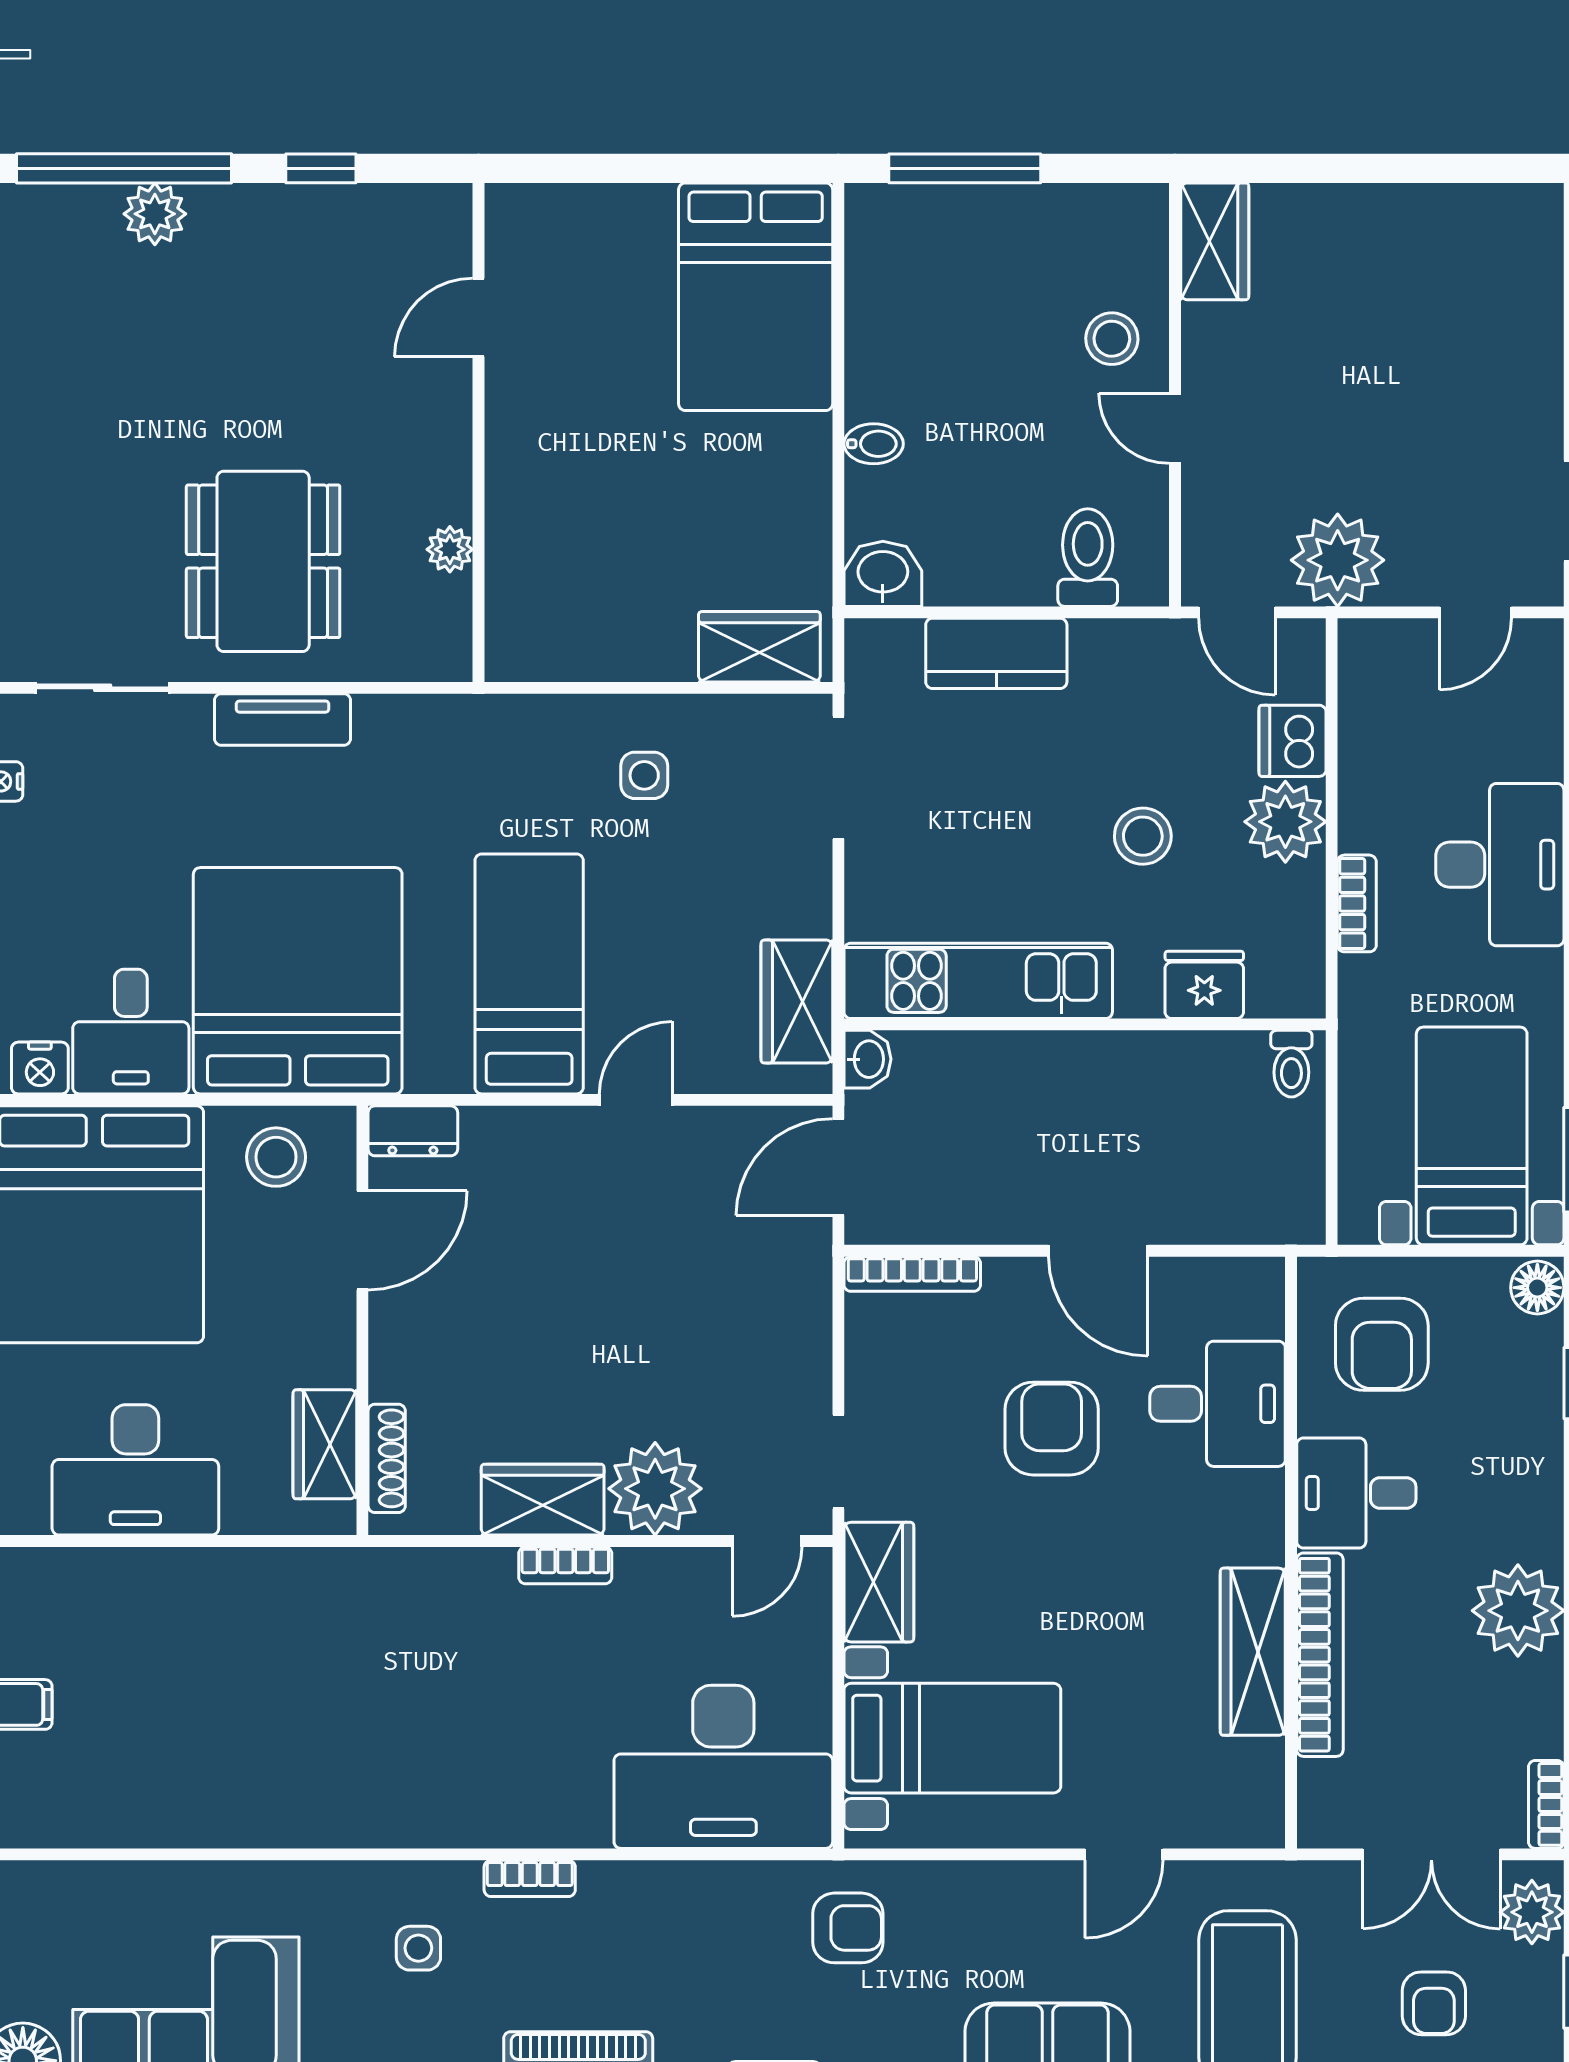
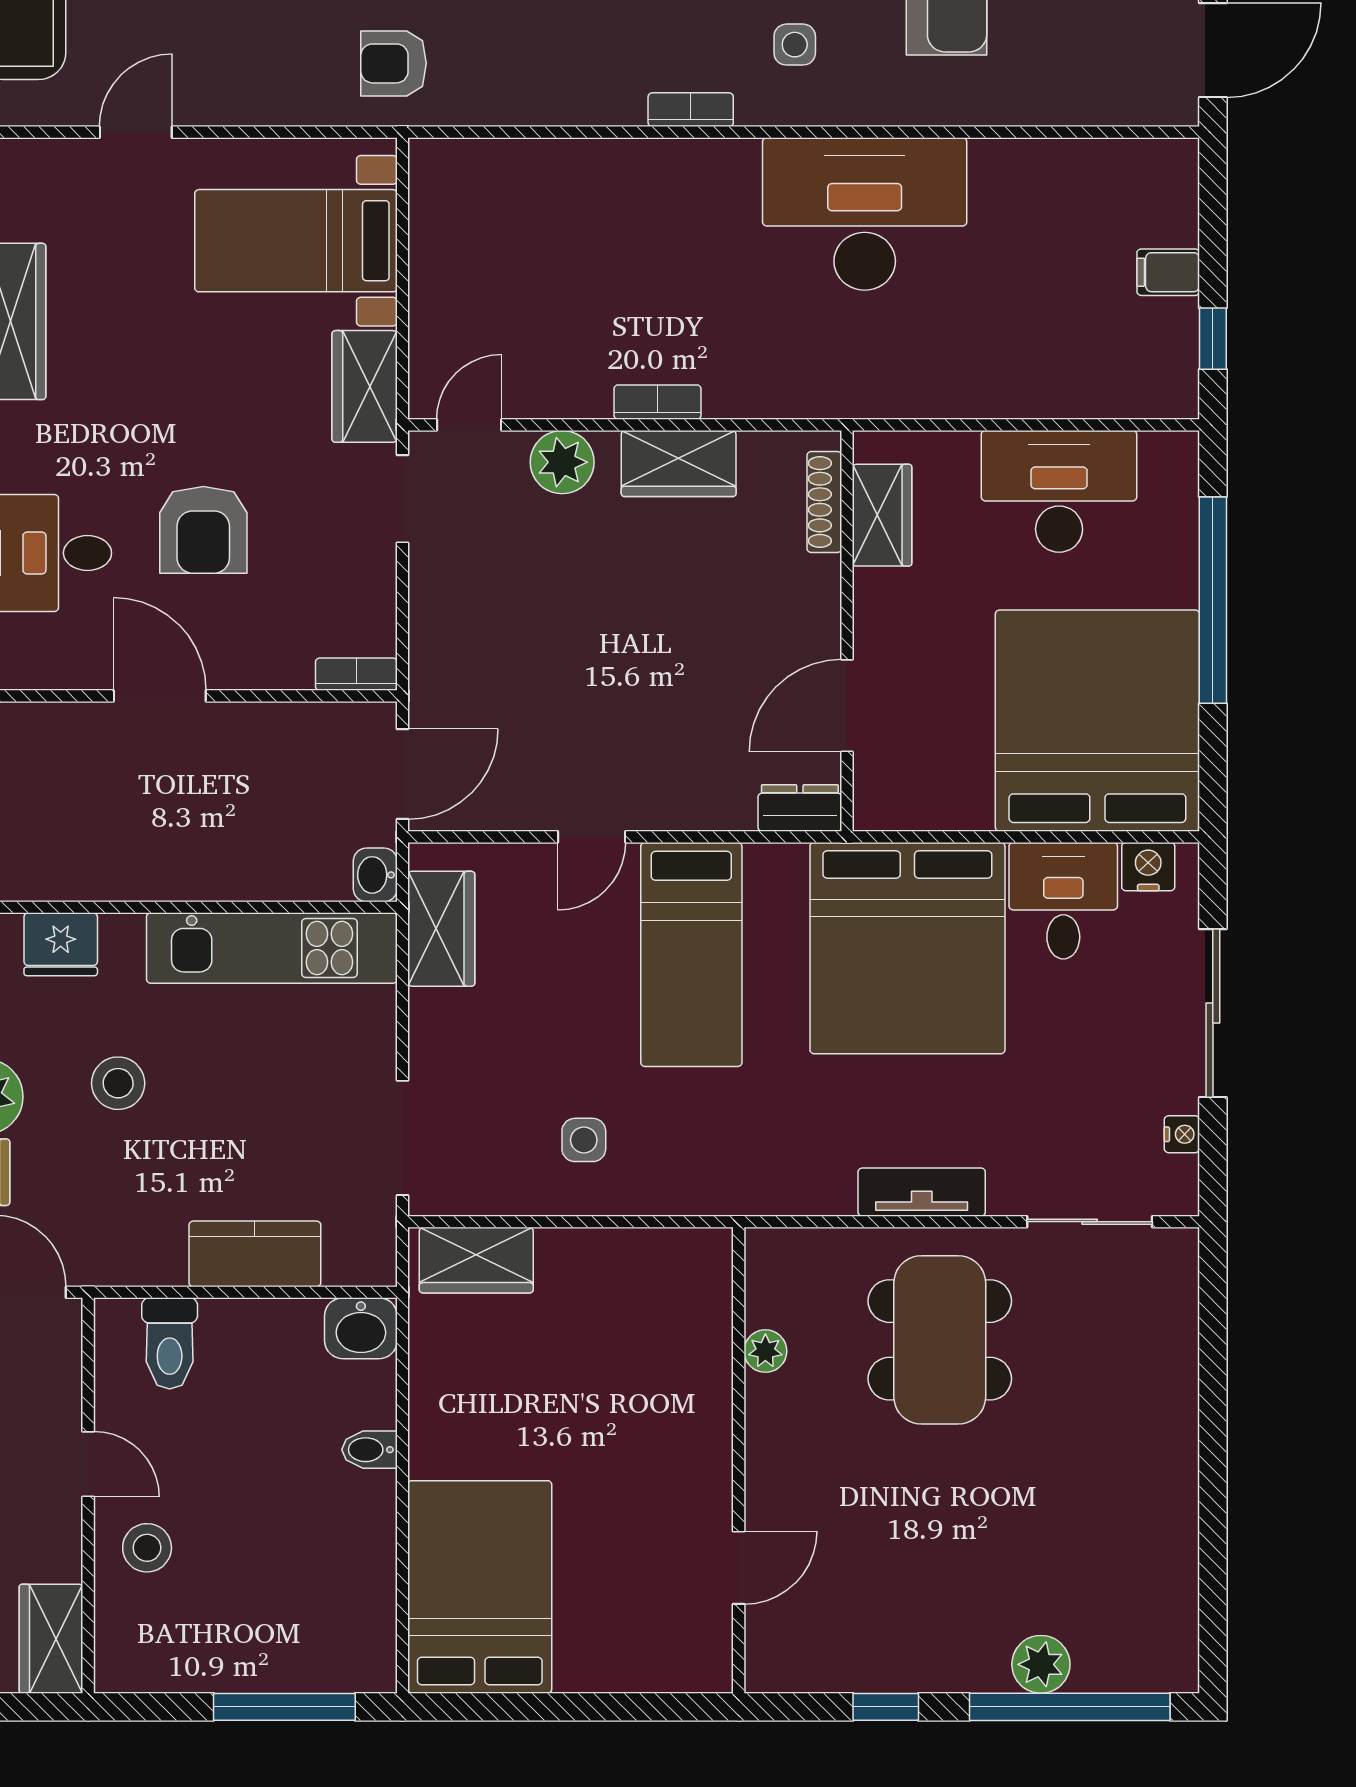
stool: (276, 1157) -> (928, 783), removed
bookcase: (912, 1274) -> (356, 674), width x0.64
plant: (655, 1489) -> (562, 462), width x0.73, depth x0.73
desk: (723, 1767) -> (865, 214), moved

